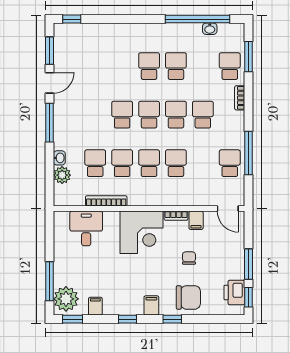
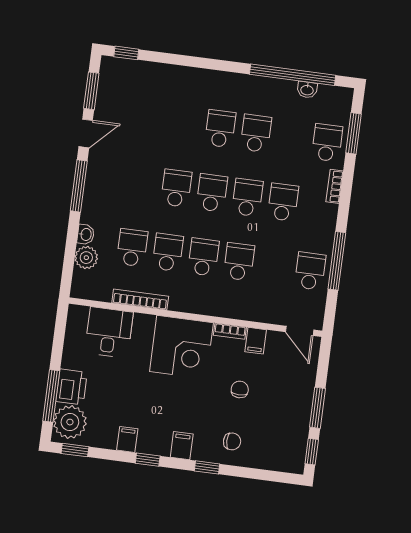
printer: (234, 292) -> (71, 387), moved, turned 180
chair: (188, 297) -> (232, 441), width x0.54, depth x0.54
filing cabinet: (95, 306) -> (127, 439), moved

